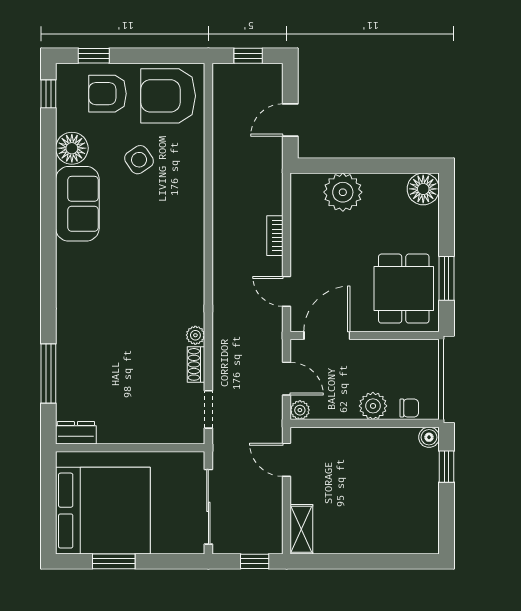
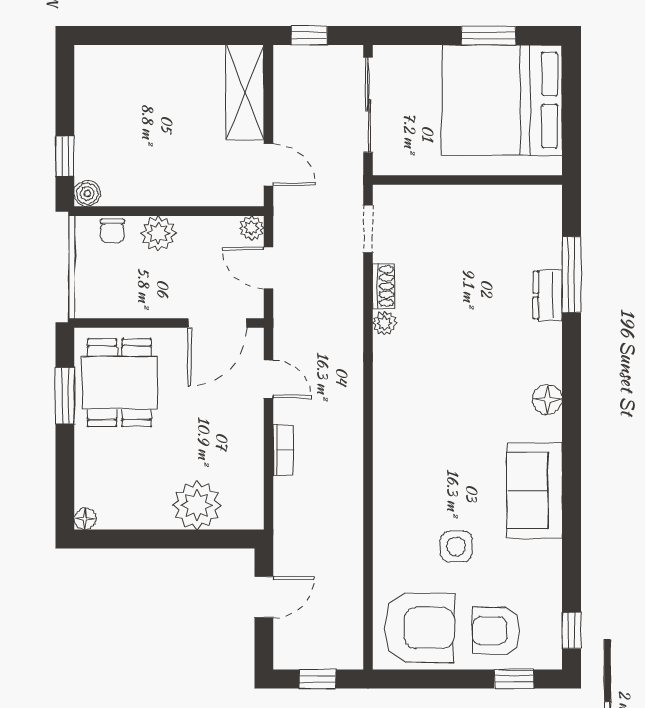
armchair: (108, 94) -> (496, 631), turned 180
floor lamp: (72, 148) -> (547, 399), moved, width x0.73, depth x0.73
side table: (139, 160) -> (456, 547), turned 34
floor lamp: (423, 189) -> (85, 519), width x0.53, depth x0.53
chair: (409, 408) -> (112, 231), turned -90
dresser: (76, 433) -> (548, 295), moved, turned 90
shelving: (301, 529) -> (245, 92), width x1.50, depth x1.33

